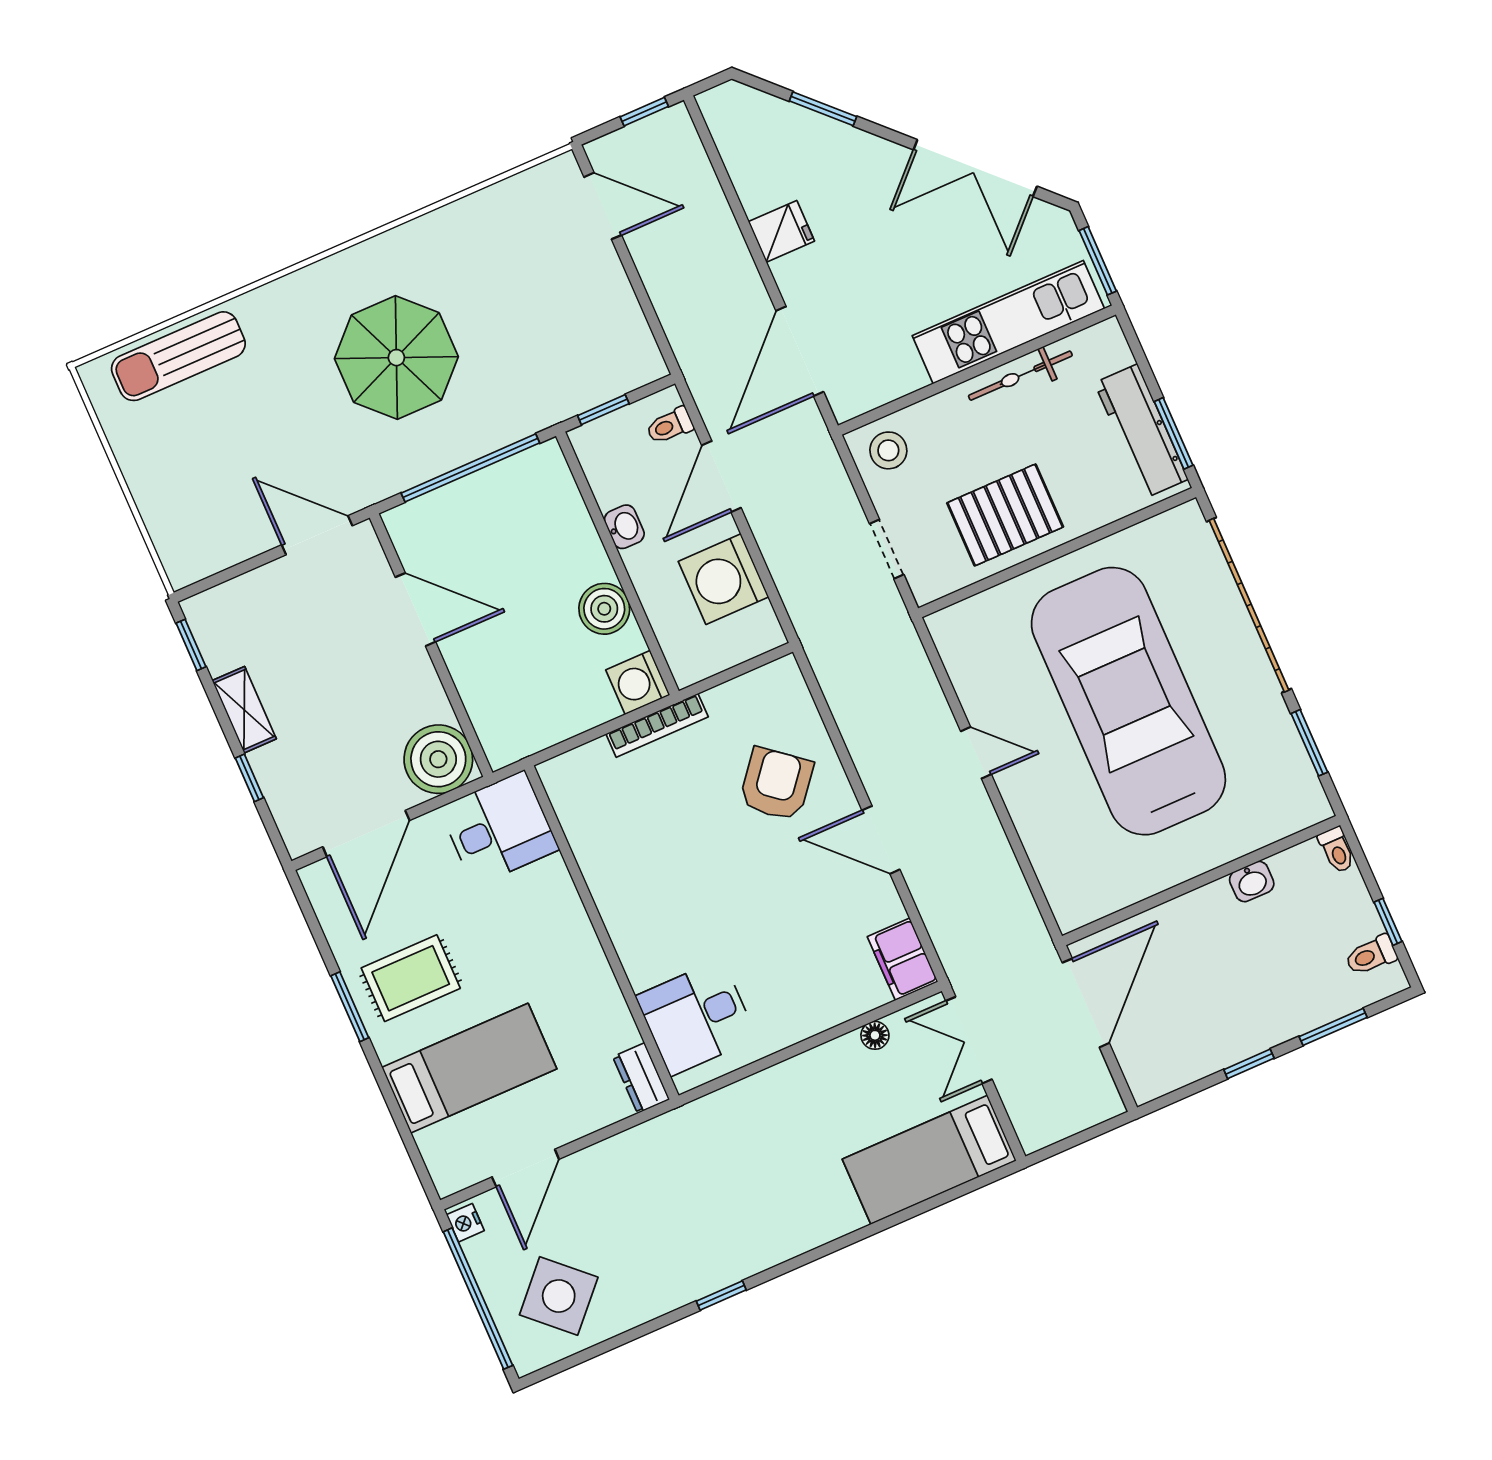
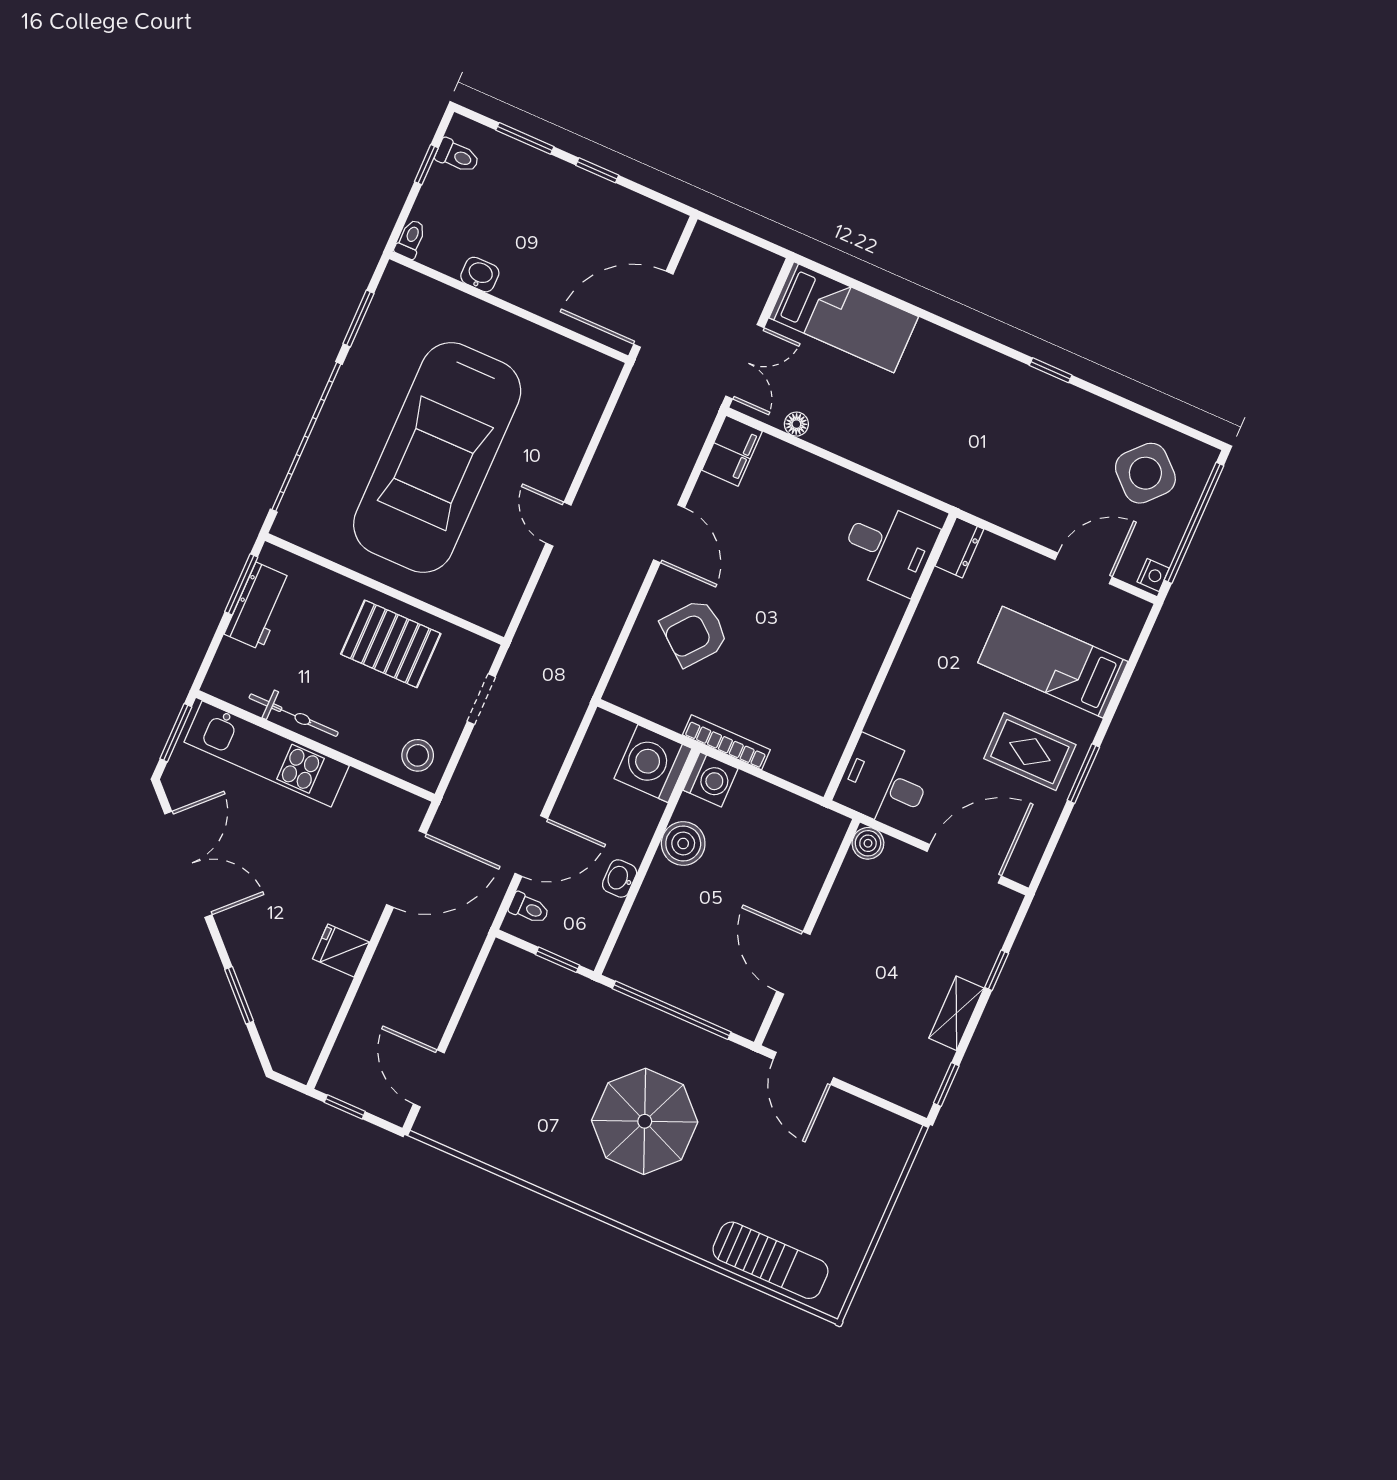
workbench: (1141, 431) -> (259, 606), width x0.73
washing machine: (723, 579) -> (653, 764), moved, turned 180
boiler: (438, 759) -> (868, 843), width x0.54, depth x0.54

